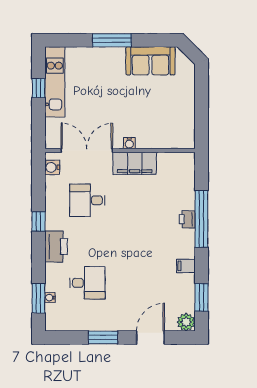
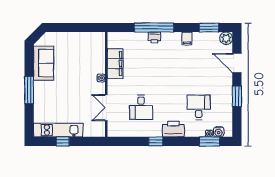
double door: (87, 151) -> (106, 108), width x0.73
filing cabinet: (135, 163) -> (115, 64), moved
water cooler: (52, 167) -> (219, 132), moved

